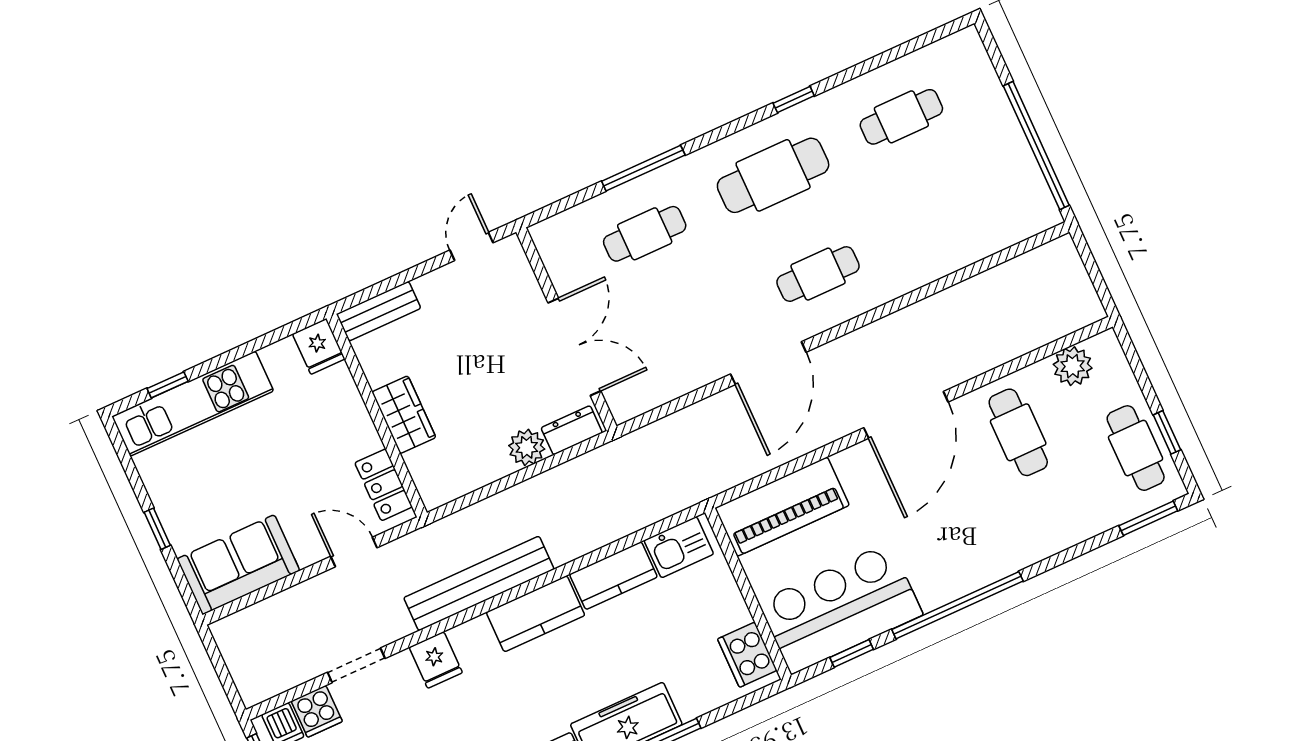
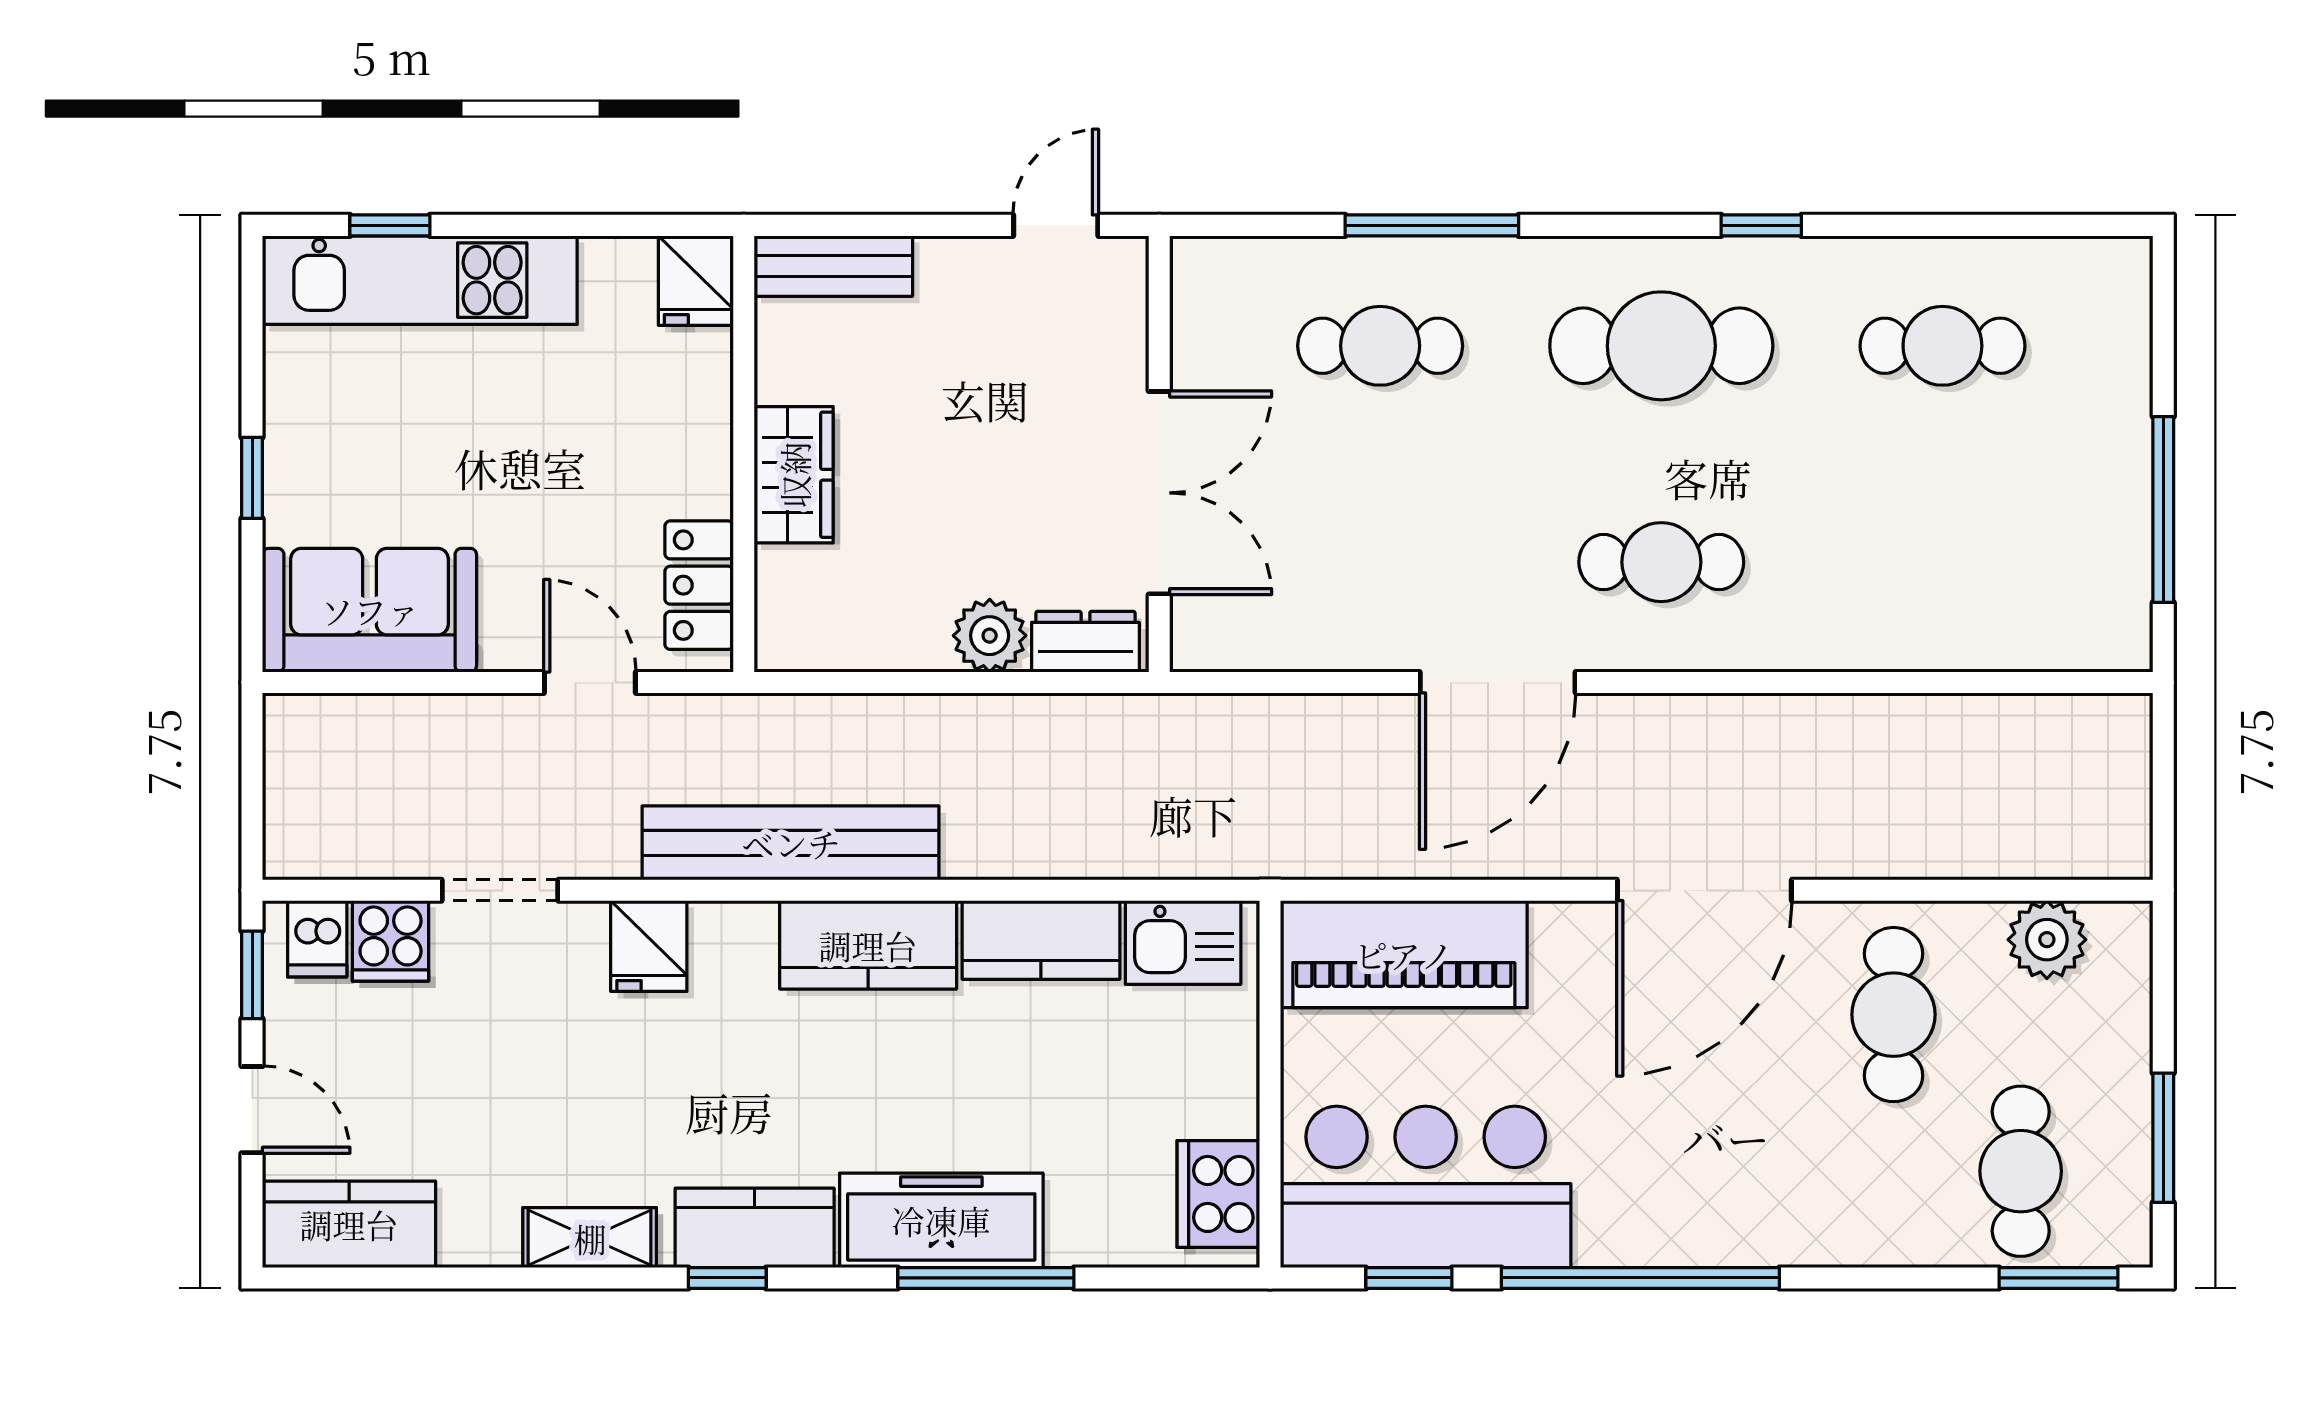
window: (1036, 146) -> (2163, 509), width x0.68
window: (1167, 432) -> (2163, 1138), width x1.50
cafe table: (1136, 448) -> (2021, 1171), moved

